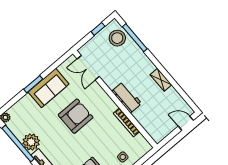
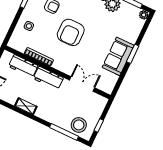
double door: (88, 68) -> (82, 84), moved
armchair: (76, 116) -> (71, 32), moved
workbench: (146, 120) -> (23, 66), added

